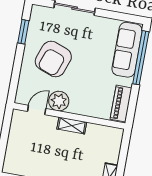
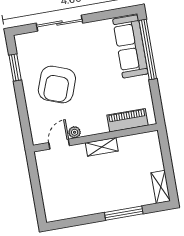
plant: (59, 101) -> (75, 132), width x0.53, depth x0.53
piano: (121, 104) -> (128, 120), moved, turned 90

